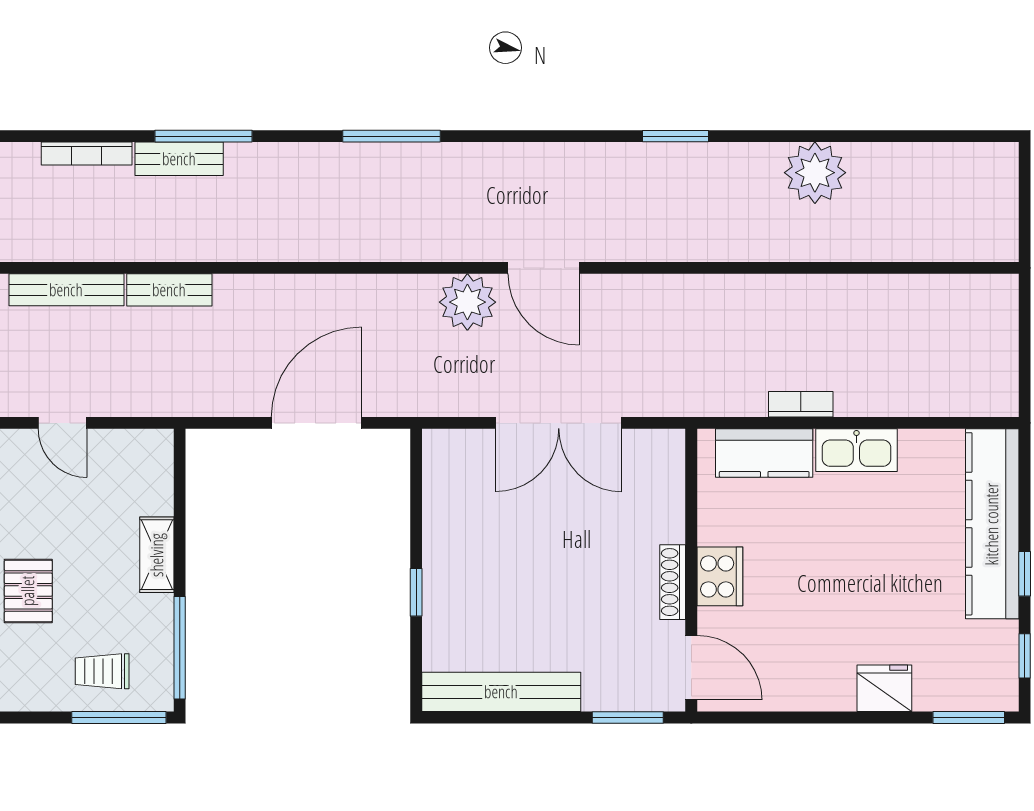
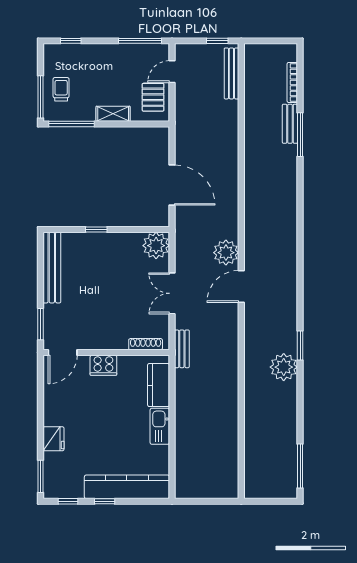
window: (391, 136) -> (300, 466), moved
plant: (815, 173) -> (284, 367), moved
bench: (169, 290) -> (182, 349), moved
bookcase: (801, 404) -> (180, 401), removed
double door: (559, 423) -> (172, 293), width x0.73
plant: (452, 459) -> (156, 246), added
shoe rack: (673, 582) -> (146, 344), moved
pallet: (28, 591) -> (153, 97), moved, turned 90

